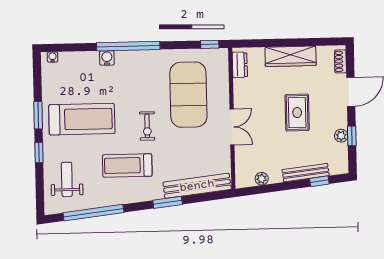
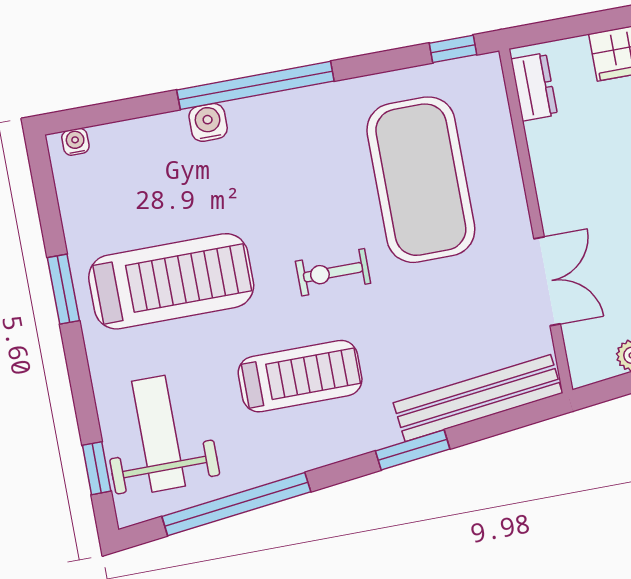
exercise bike: (147, 126) -> (333, 272), turned 90
double door: (232, 127) -> (547, 281), moved
window: (39, 152) -> (97, 468), moved
treadmill: (127, 165) -> (300, 376), turned 180
weight bench: (67, 179) -> (159, 434), width x1.36, depth x1.33

